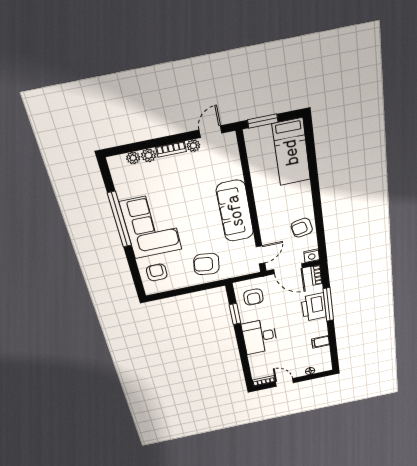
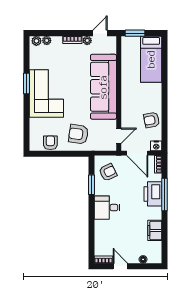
plant: (148, 155) -> (36, 41), moved
sofa: (235, 211) -> (103, 87), width x1.36, depth x1.27
window: (119, 220) -> (27, 84), width x0.47
armchair: (157, 272) -> (50, 143), moved
armchair: (253, 297) -> (108, 172), turned -116
desk: (260, 337) -> (107, 208), width x0.73
filing cabinet: (321, 342) -> (155, 230), width x2.00

